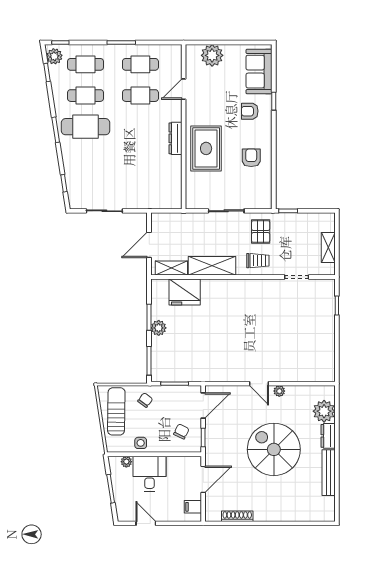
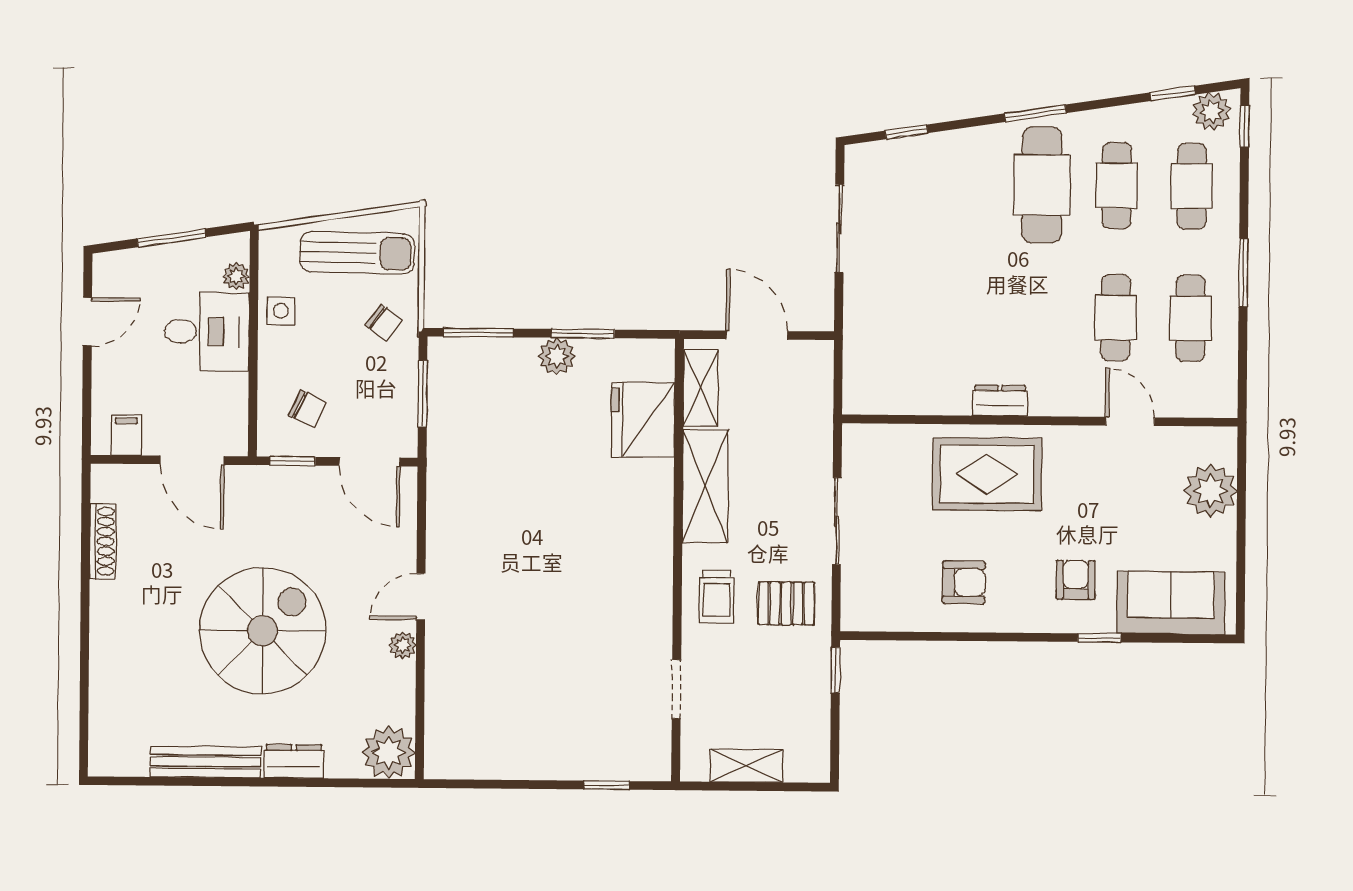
dresser: (175, 138) -> (1000, 401), width x0.70
plant: (324, 411) -> (389, 752), moved

